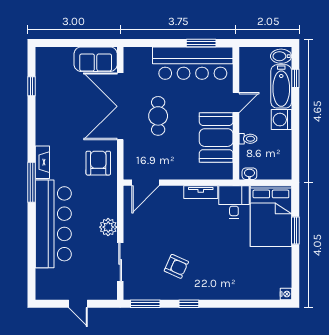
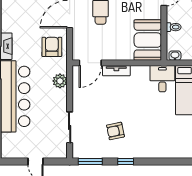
booth: (216, 138) -> (148, 40), moved
tv unit: (201, 192) -> (116, 71), moved
plant: (108, 227) -> (60, 81), moved
armchair: (176, 266) -> (115, 131), turned 144

